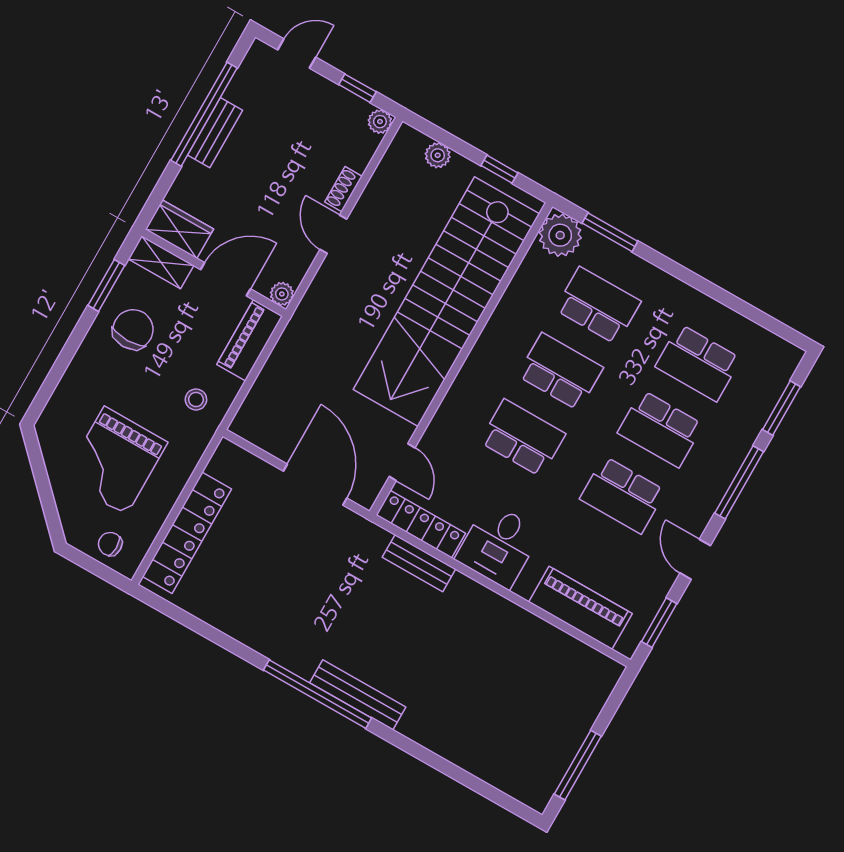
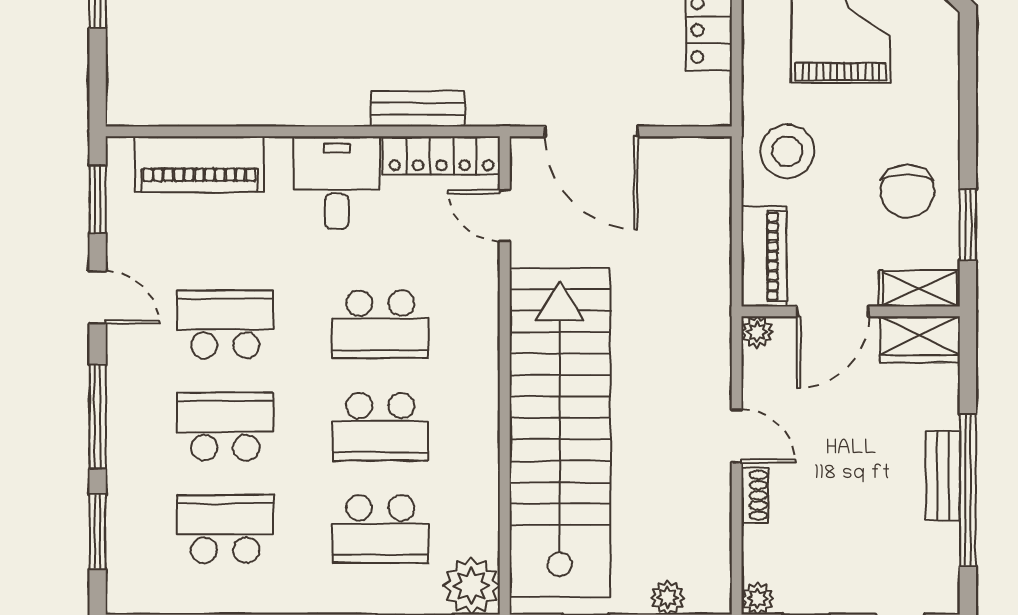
stool: (196, 399) -> (787, 151), width x1.89, depth x1.89

